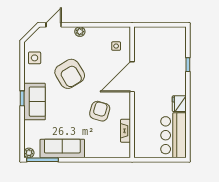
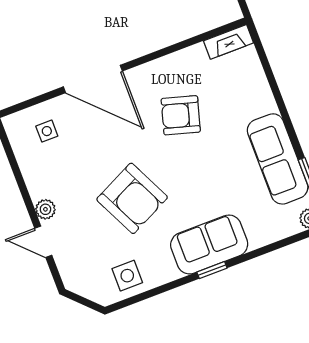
door: (54, 25) -> (43, 242), moved
armchair: (70, 74) -> (132, 198), turned 95
fireplace: (126, 131) -> (229, 42), moved

